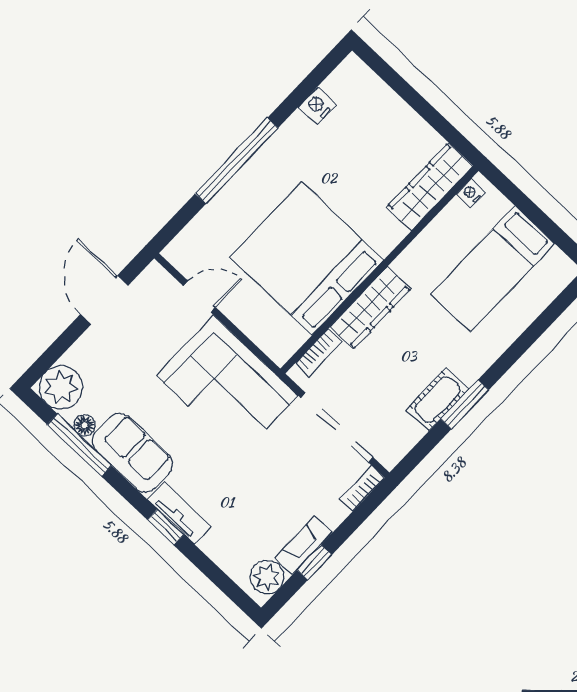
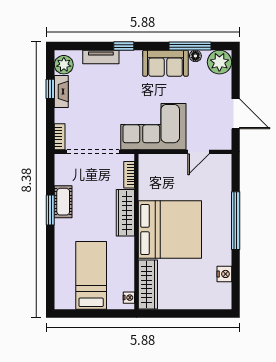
bed: (307, 259) -> (170, 230), moved
tv unit: (180, 513) -> (101, 57), moved

